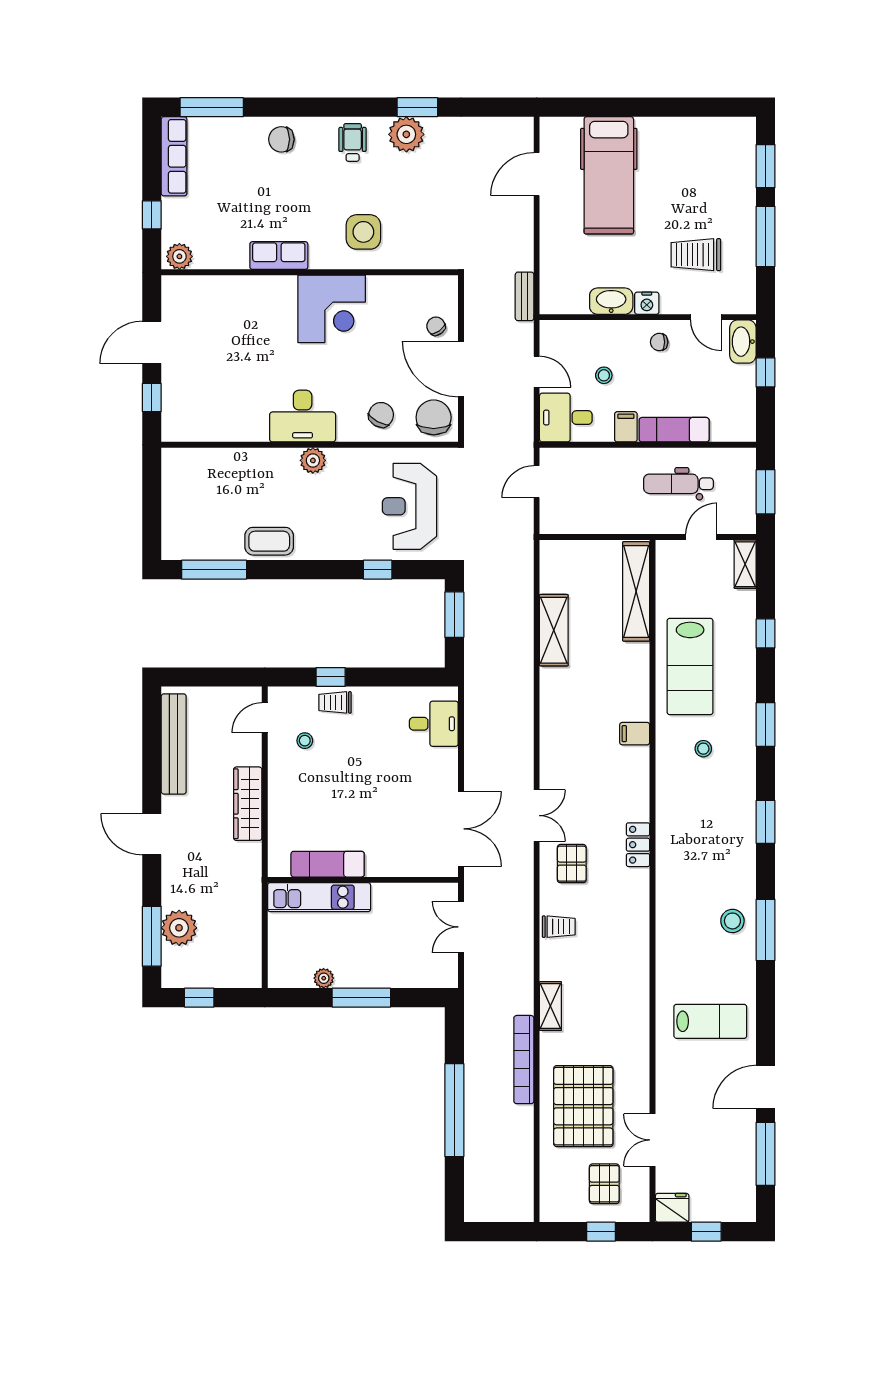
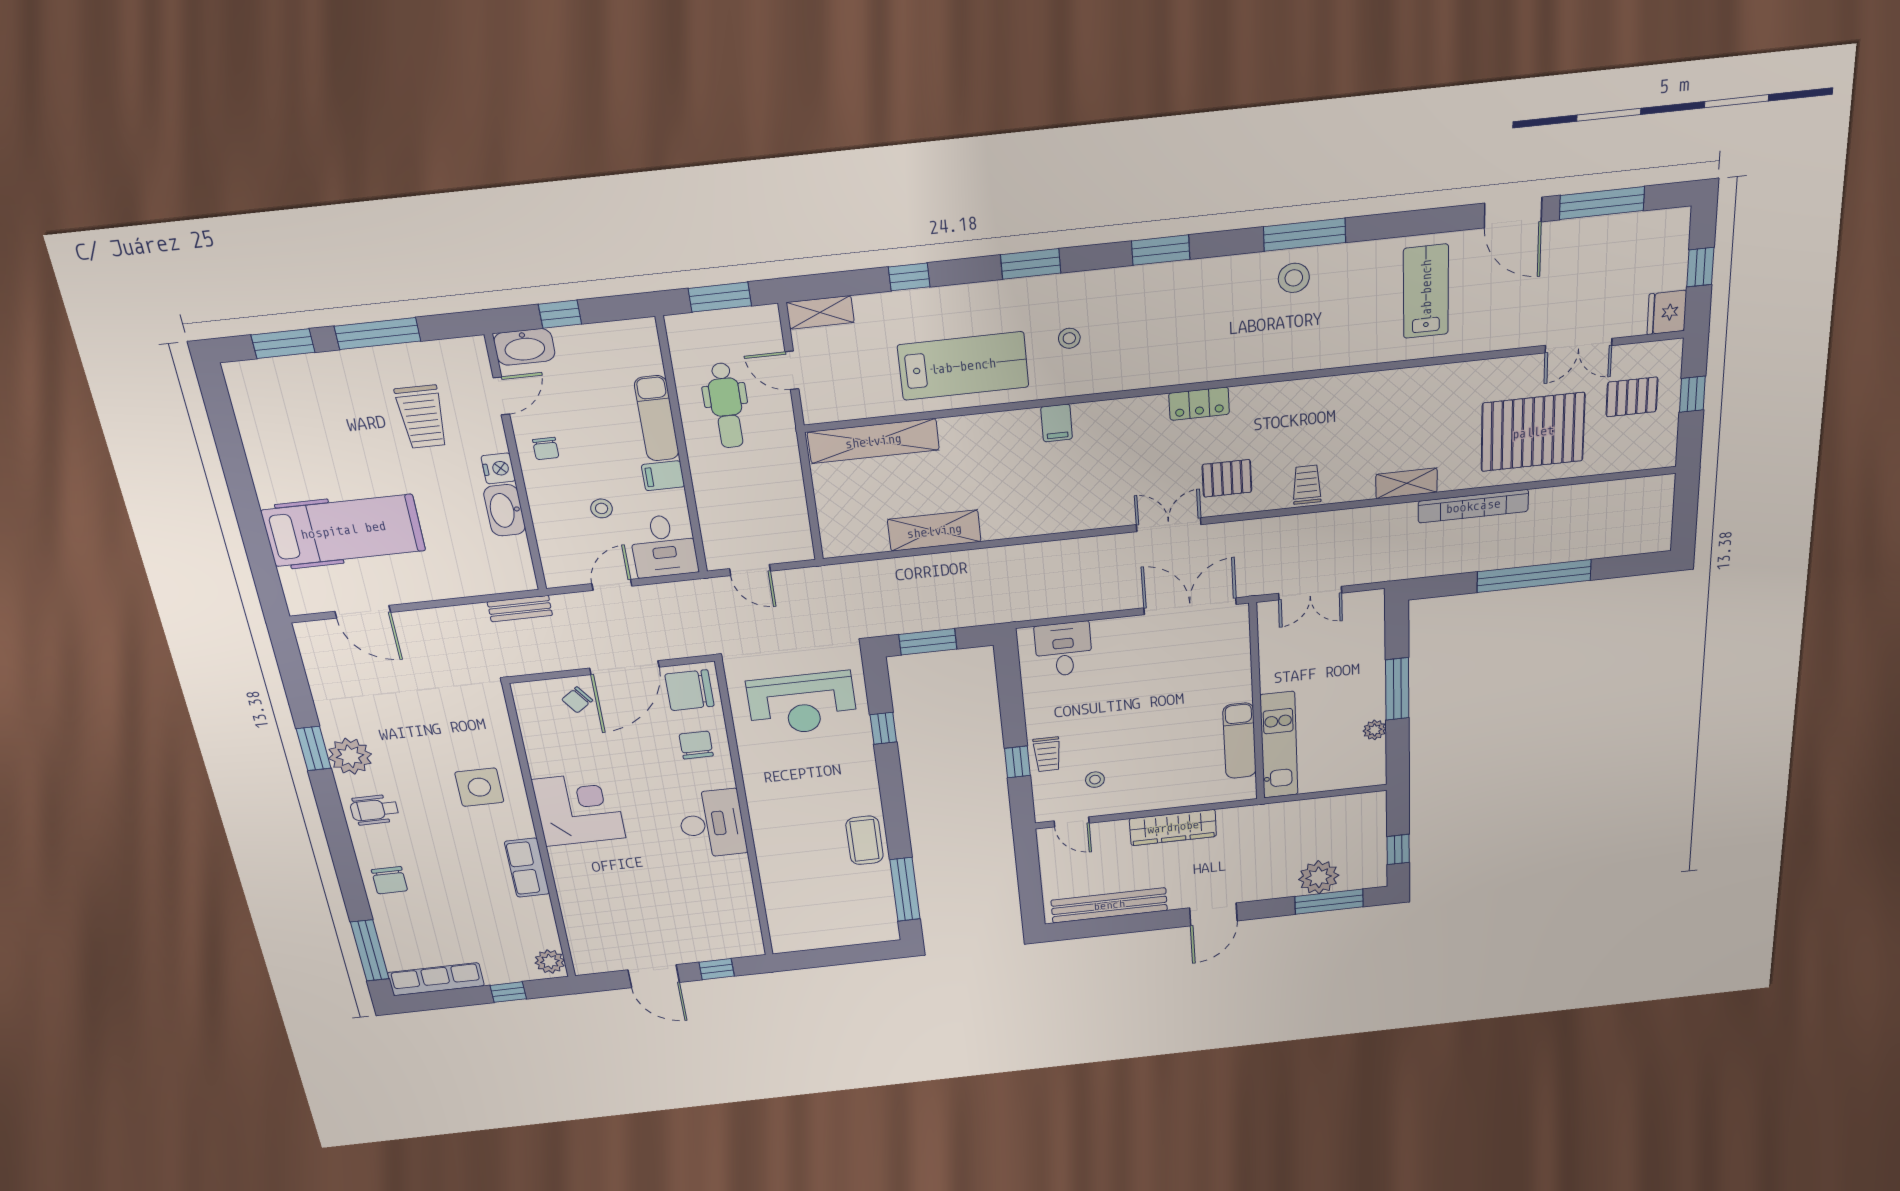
chair: (381, 415) -> (696, 745), turned 61
plant: (313, 460) -> (763, 808), removed

